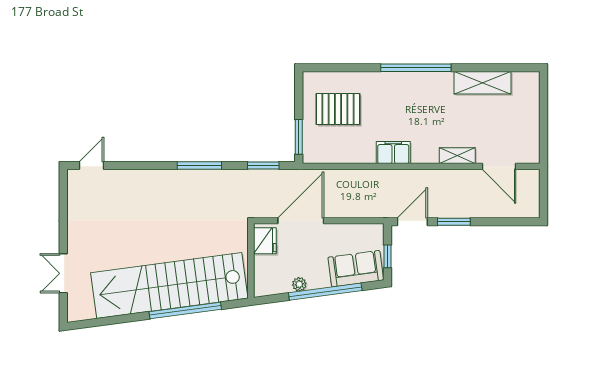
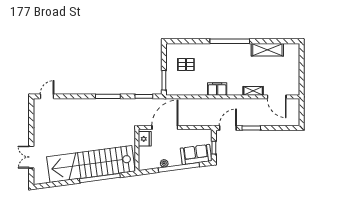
pallet: (338, 109) -> (186, 65), width x0.67, depth x0.71

